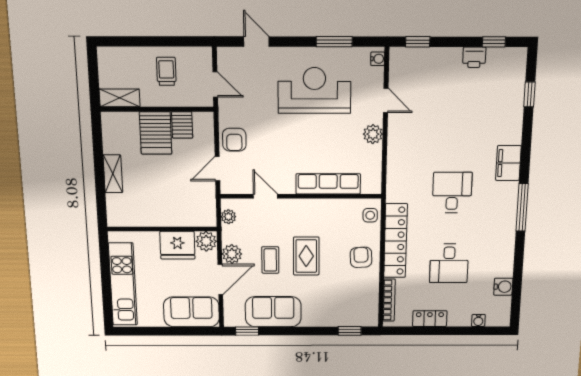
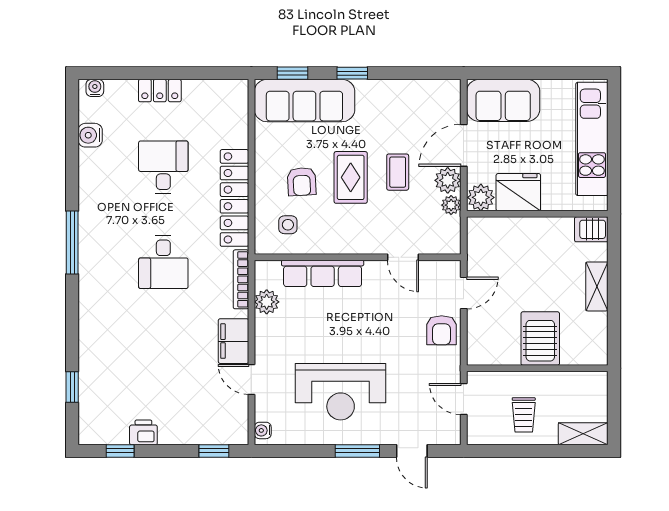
window: (334, 42) -> (357, 451), moved
shelving: (120, 98) -> (583, 434), moved
server rack: (182, 125) -> (591, 229), moved, turned -90
plant: (373, 134) -> (267, 302), moved
armchair: (234, 140) -> (442, 330), turned 180
filing cabinet: (508, 163) -> (233, 341), moved, turned 180
side table: (370, 215) -> (288, 225), moved
plant: (228, 217) -> (451, 205), moved
armchair: (361, 257) -> (302, 182), moved
bookcase: (389, 300) -> (241, 279), moved
sofa: (273, 312) -> (304, 101), moved, width x1.36
locker: (430, 319) -> (160, 91), moved
water cooler: (478, 320) -> (95, 88), moved
window: (247, 331) -> (352, 73), moved

